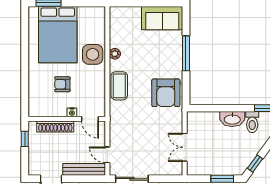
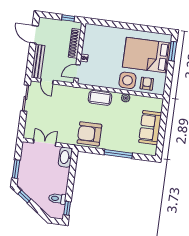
sofa: (162, 18) -> (150, 128), moved
armchair: (62, 84) -> (147, 84), moved
washbasin: (232, 119) -> (65, 157), moved
door: (107, 155) -> (47, 81), swing flipped

